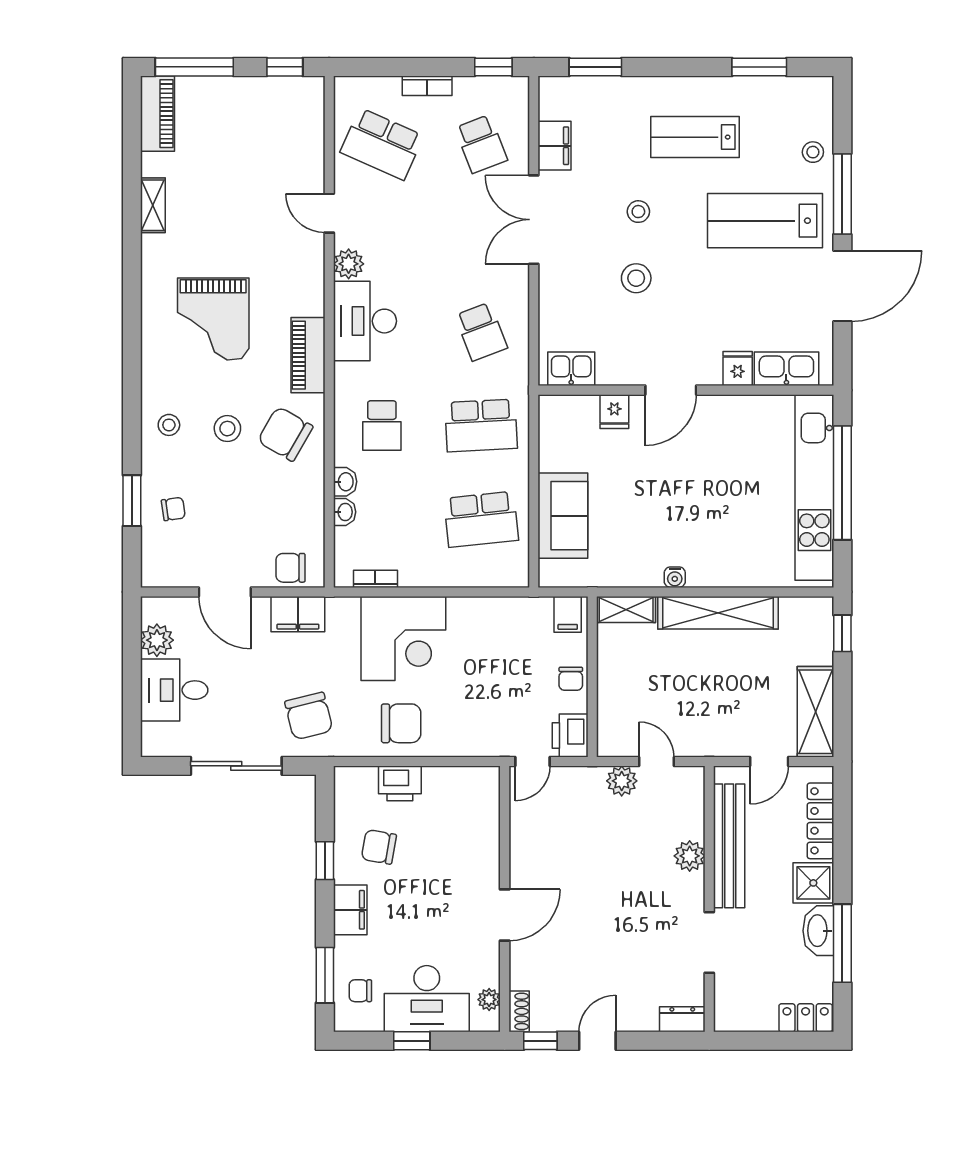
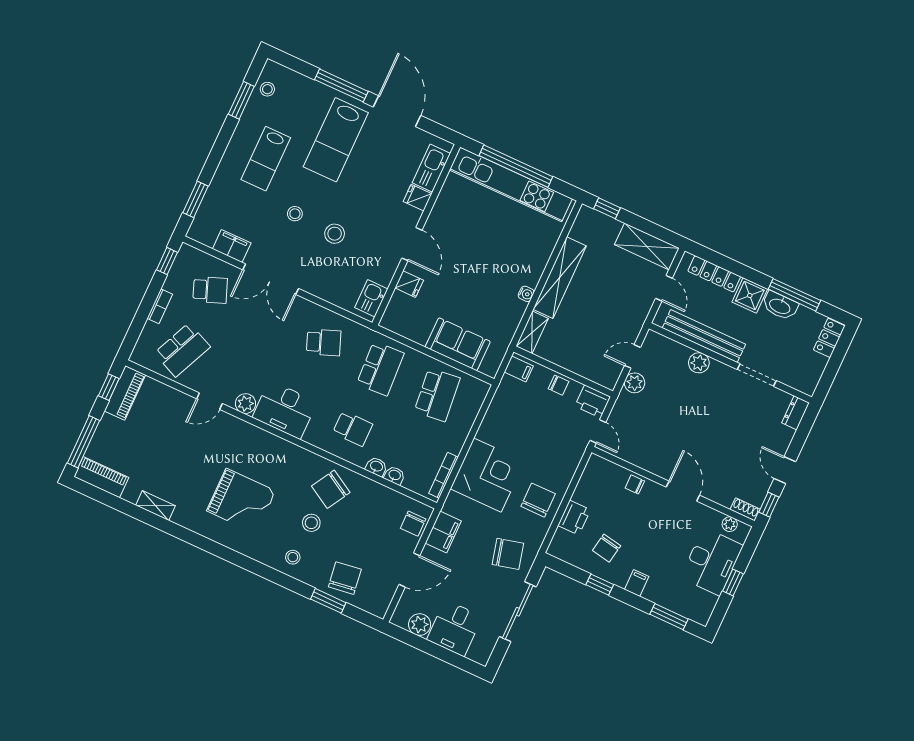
stool: (813, 152) -> (267, 89), moved
piano: (308, 355) -> (125, 393), moved, turned -90
chair: (173, 509) -> (345, 578), width x1.87, depth x1.87
bookcase: (375, 579) -> (443, 475), width x1.56
filing cabinet: (350, 910) -> (637, 583), width x0.50
chair: (360, 991) -> (635, 484), moved, turned 90

